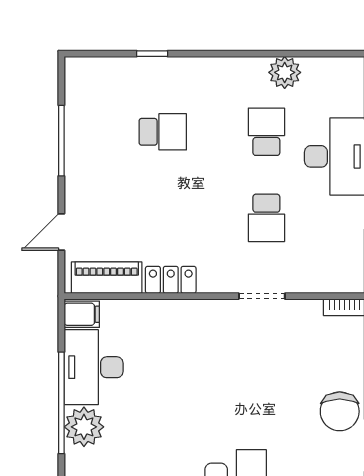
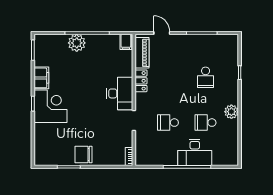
plant: (285, 72) -> (231, 112), moved
school desk: (266, 132) -> (206, 123), turned 180
desk: (94, 367) -> (120, 93), moved, turned 90

